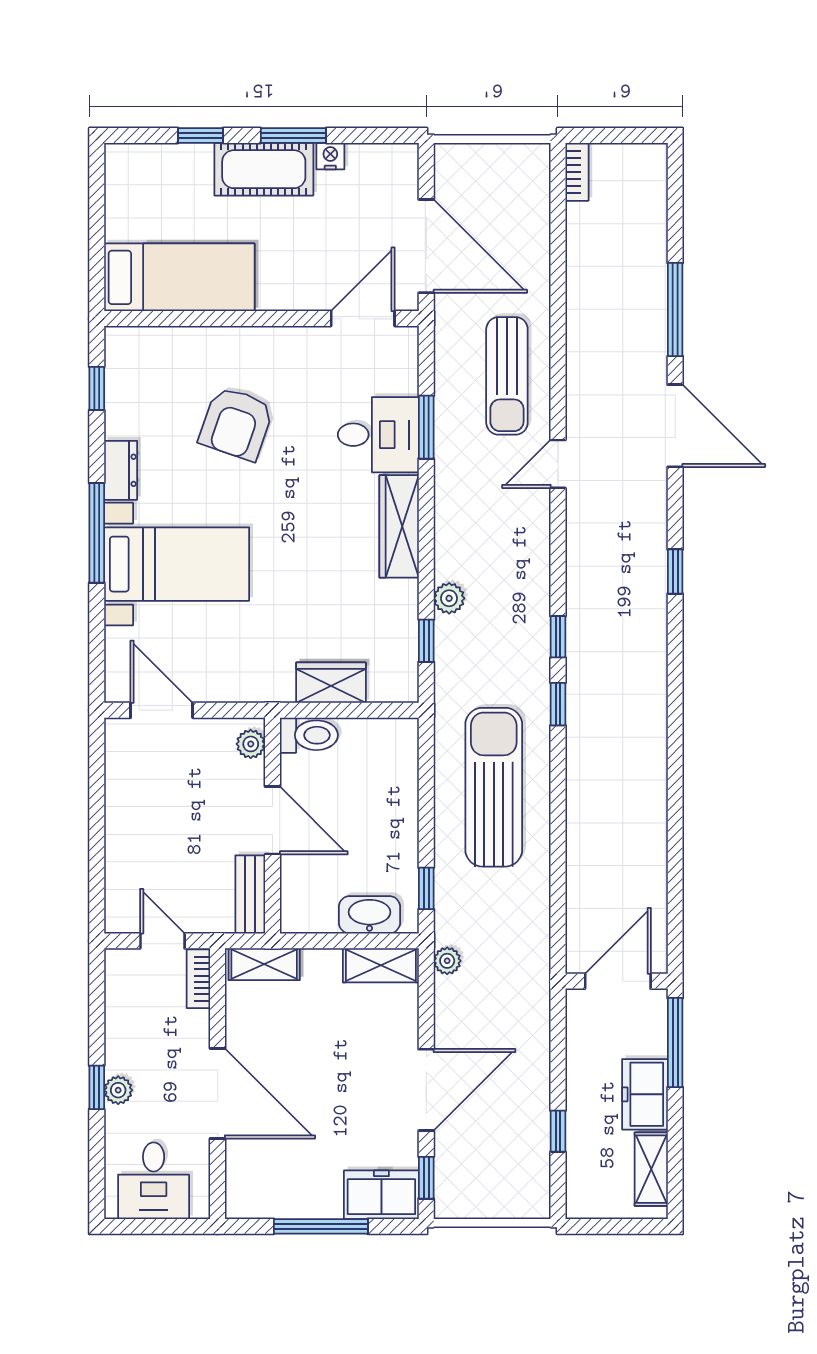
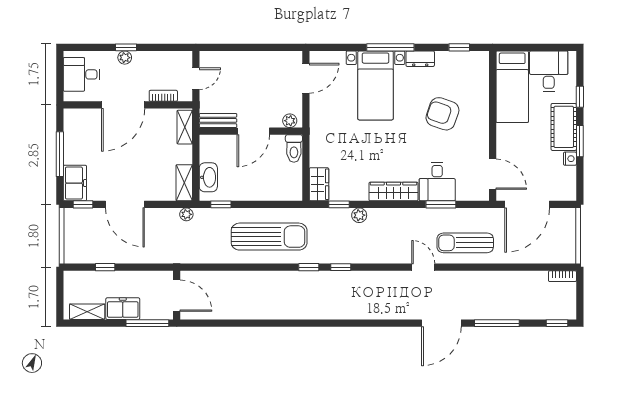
desk: (147, 201) -> (549, 71), added
window: (675, 572) -> (557, 323), moved
wardrobe: (331, 683) -> (319, 184), moved
bookcase: (198, 979) -> (163, 96), moved

